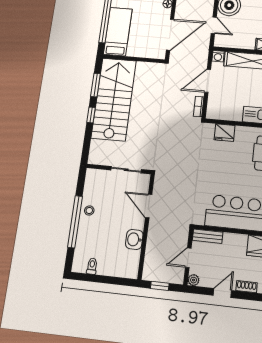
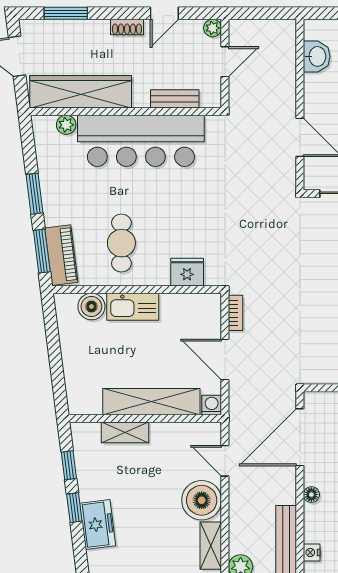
door: (208, 81) -> (225, 359), swing flipped
bench: (208, 236) -> (175, 99), moved
washbasin: (134, 239) -> (317, 56), moved
window: (160, 286) -> (266, 13), removed

